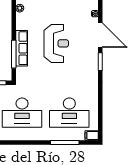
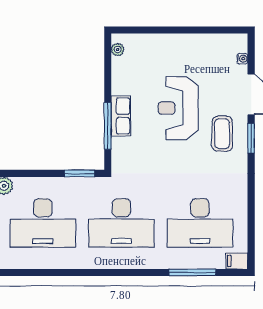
reception desk: (56, 43) -> (178, 108), turned 180
row of seats: (22, 48) -> (121, 116), width x0.68
coffee table: (83, 59) -> (222, 134), added

